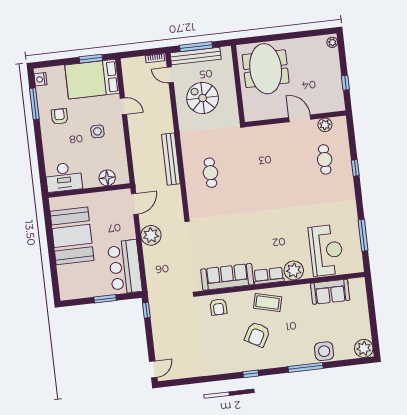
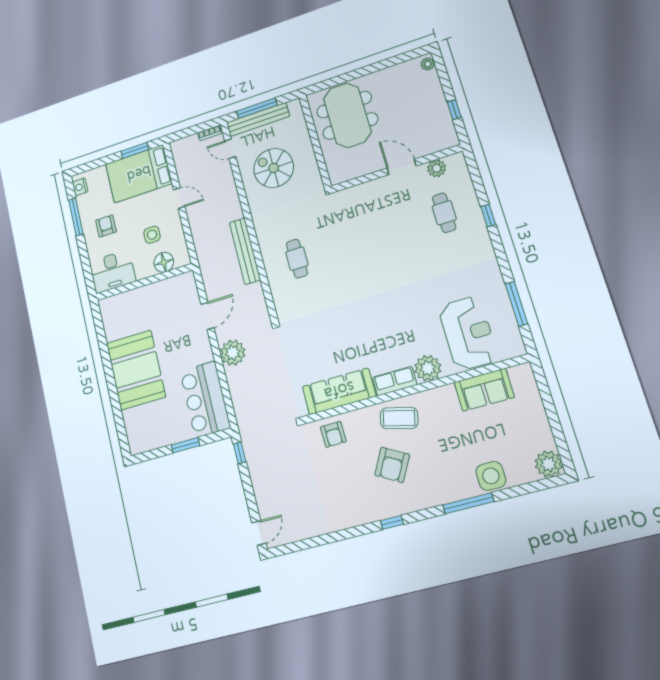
desk: (64, 177) -> (112, 271), moved
floor lamp: (107, 178) -> (164, 262), moved
wall: (89, 190) -> (144, 282), moved

